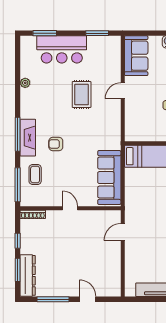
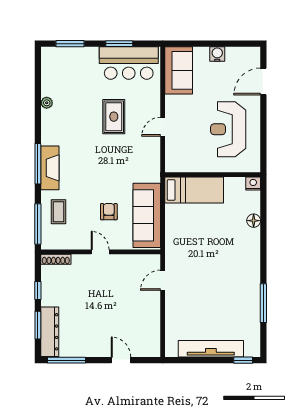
window: (97, 33) -> (119, 44), moved
bar counter: (62, 49) -> (129, 63), moved
door: (123, 91) -> (163, 127), moved
armchair: (56, 144) -> (109, 212), moved, turned 90
window: (53, 299) -> (66, 360), moved

